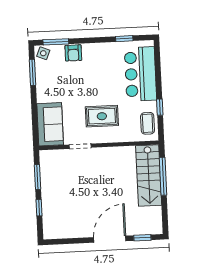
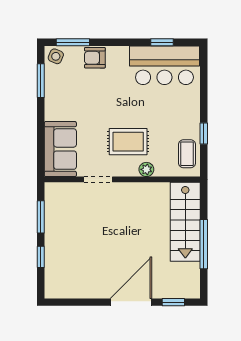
armchair: (73, 53) -> (95, 58), turned 90
bar counter: (140, 74) -> (164, 65), moved, turned -90
plant: (117, 137) -> (146, 169), added
window: (163, 176) -> (204, 244), moved

